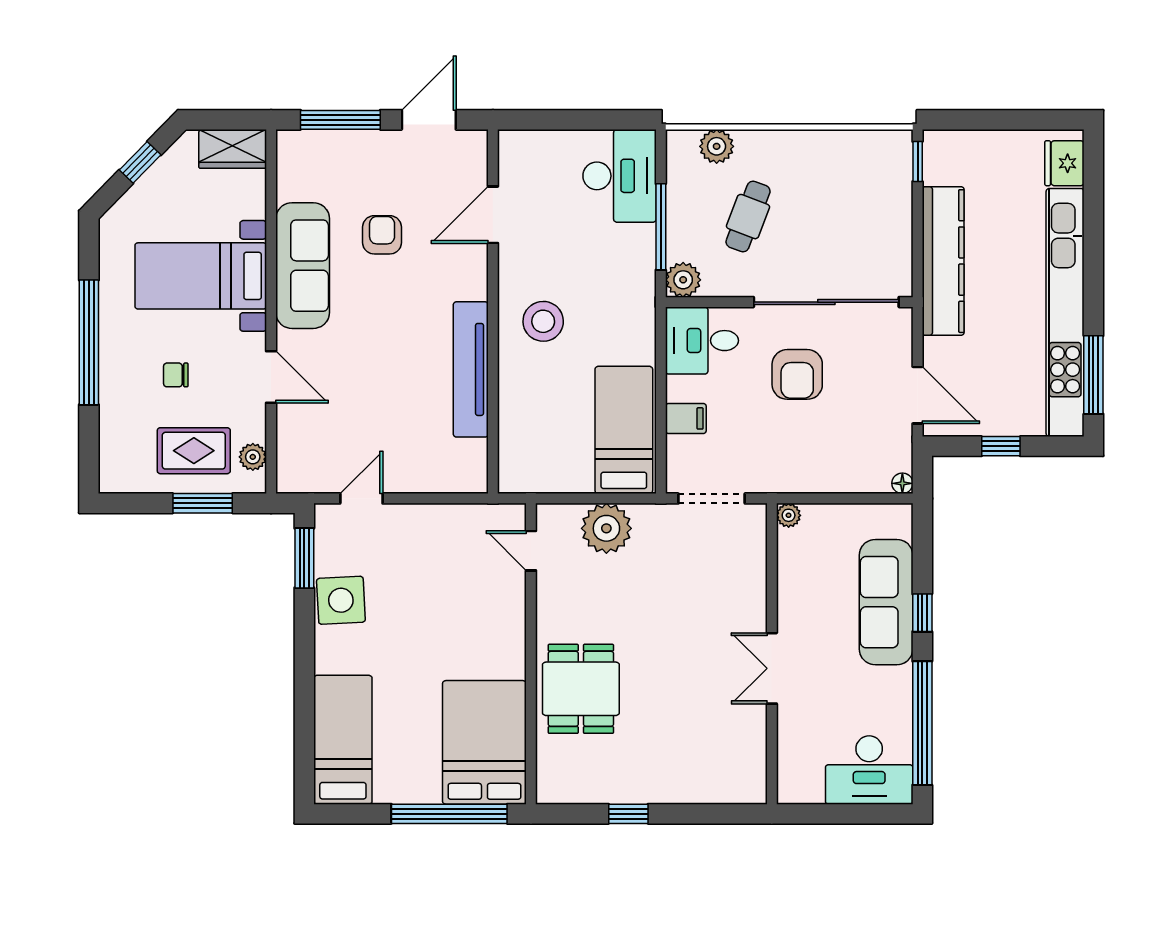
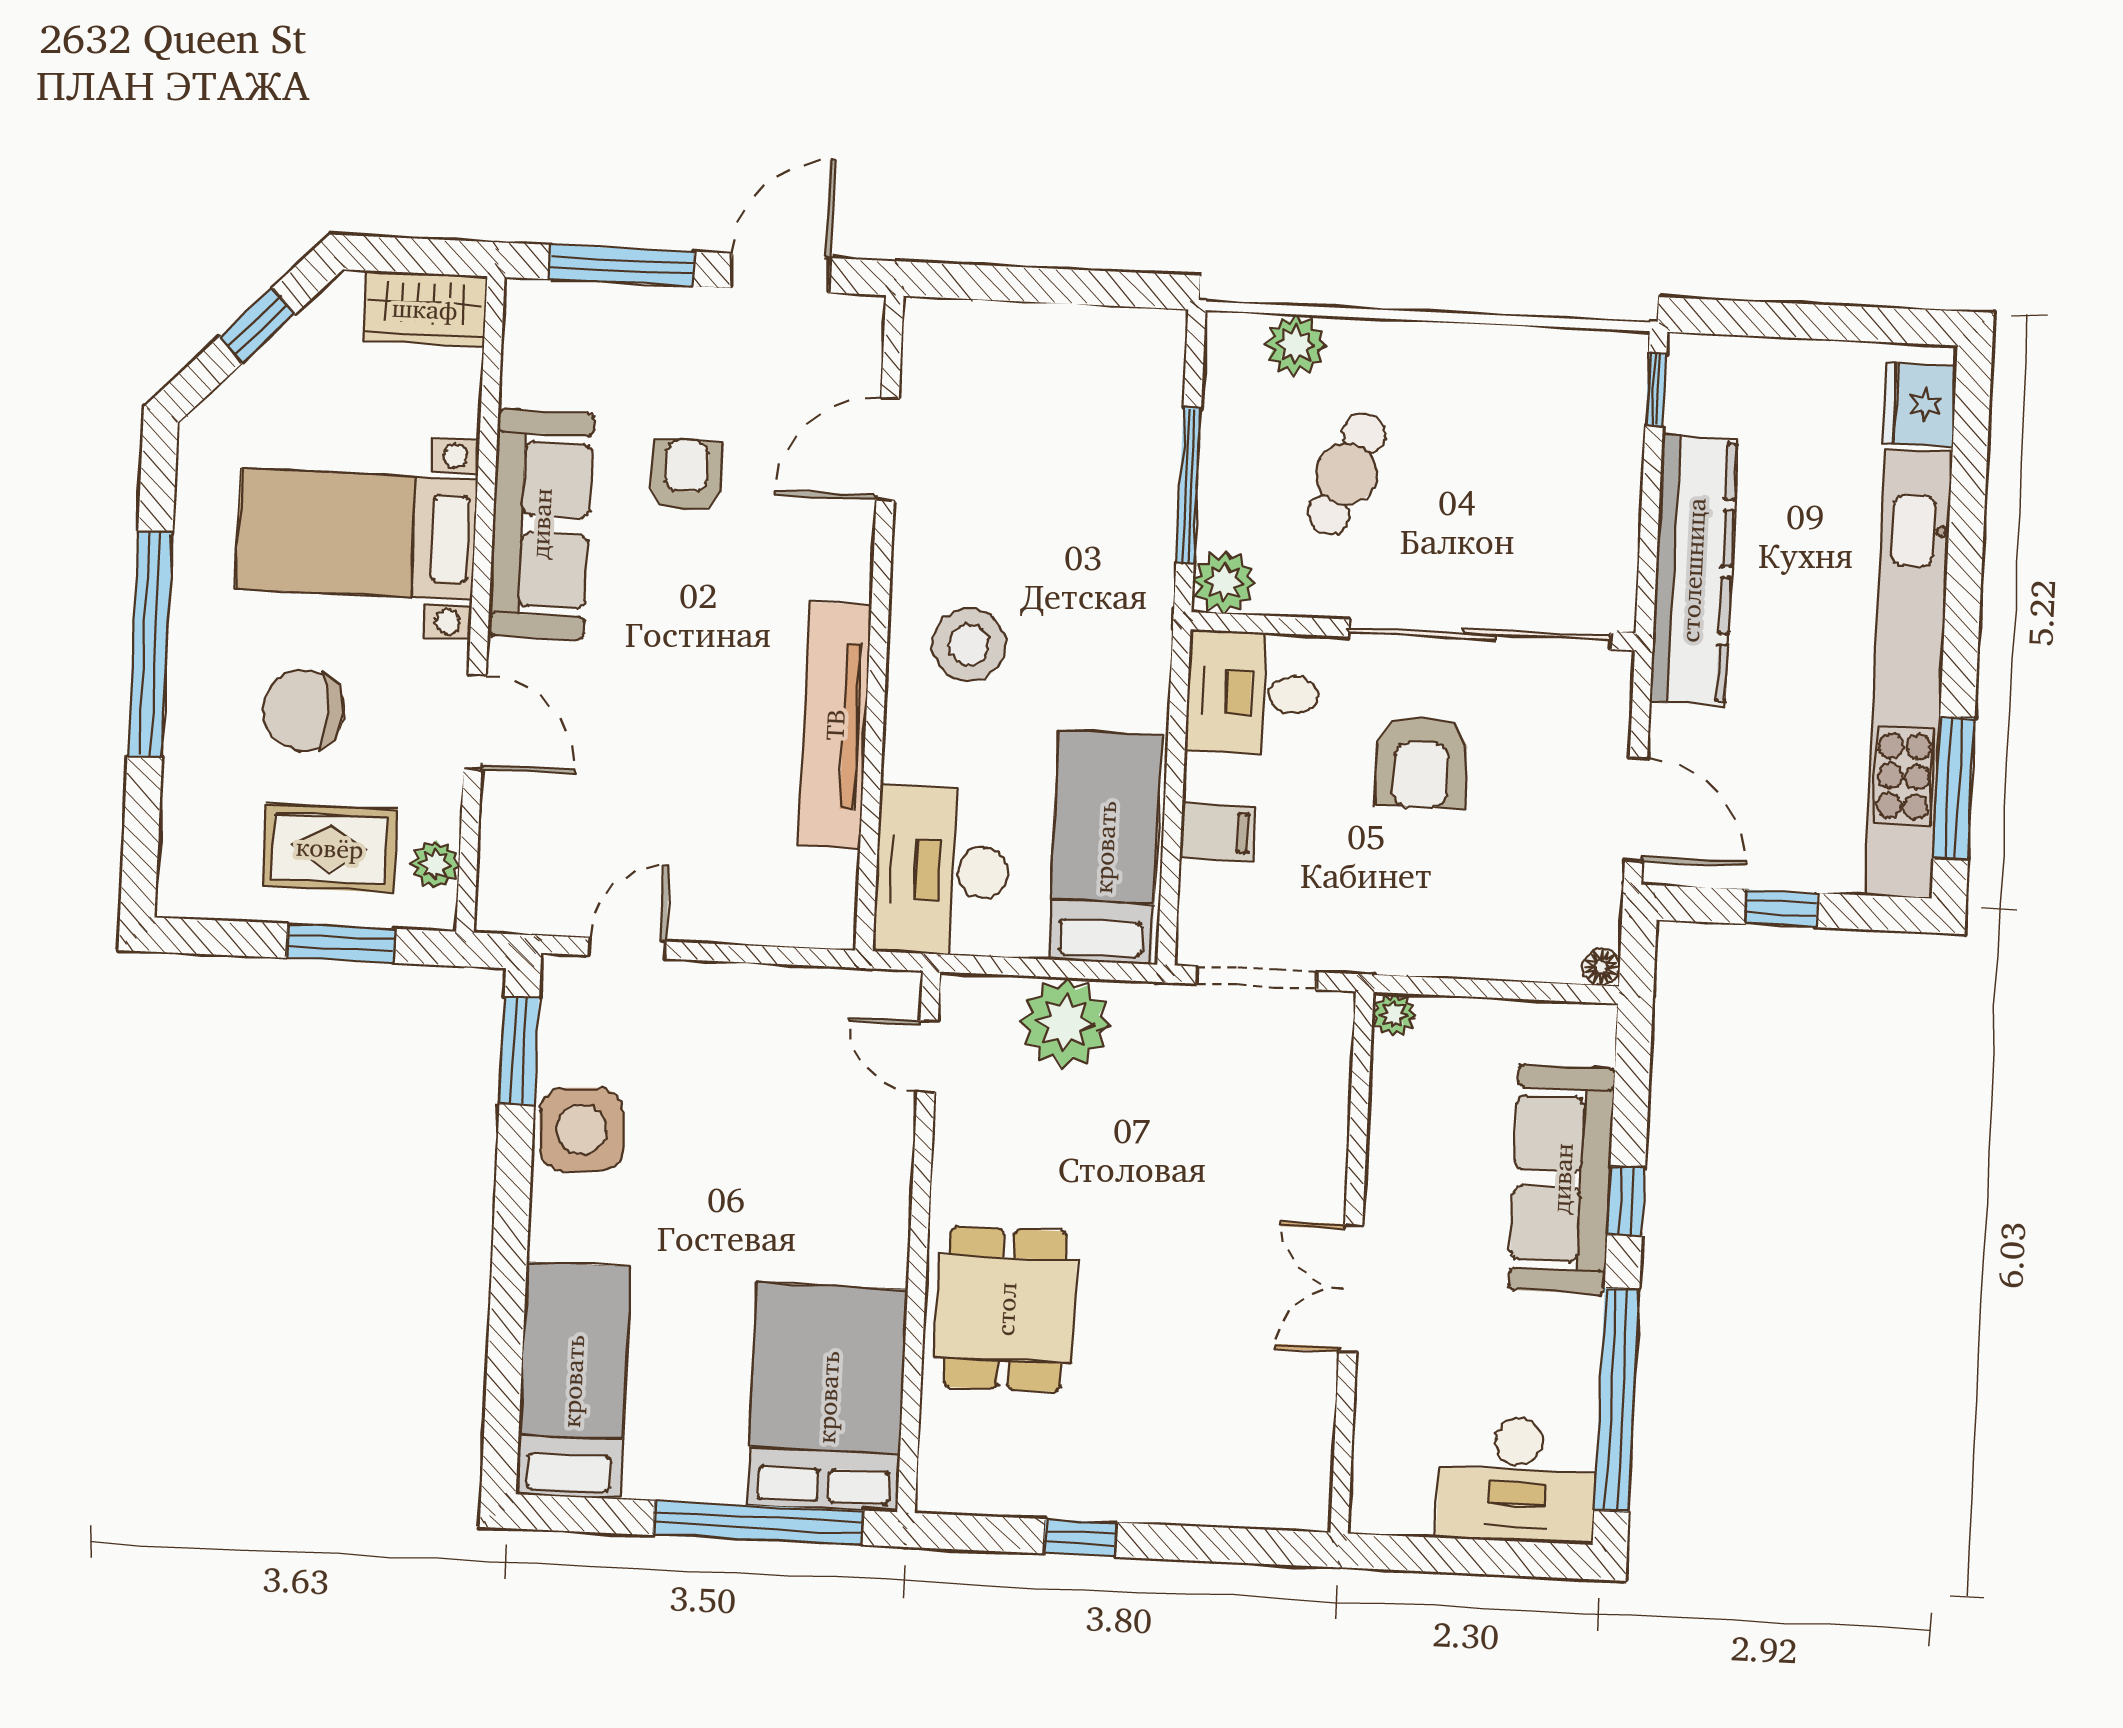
desk: (620, 176) -> (942, 871), moved, turned 180
chair: (176, 375) -> (304, 710), width x1.87, depth x1.87

